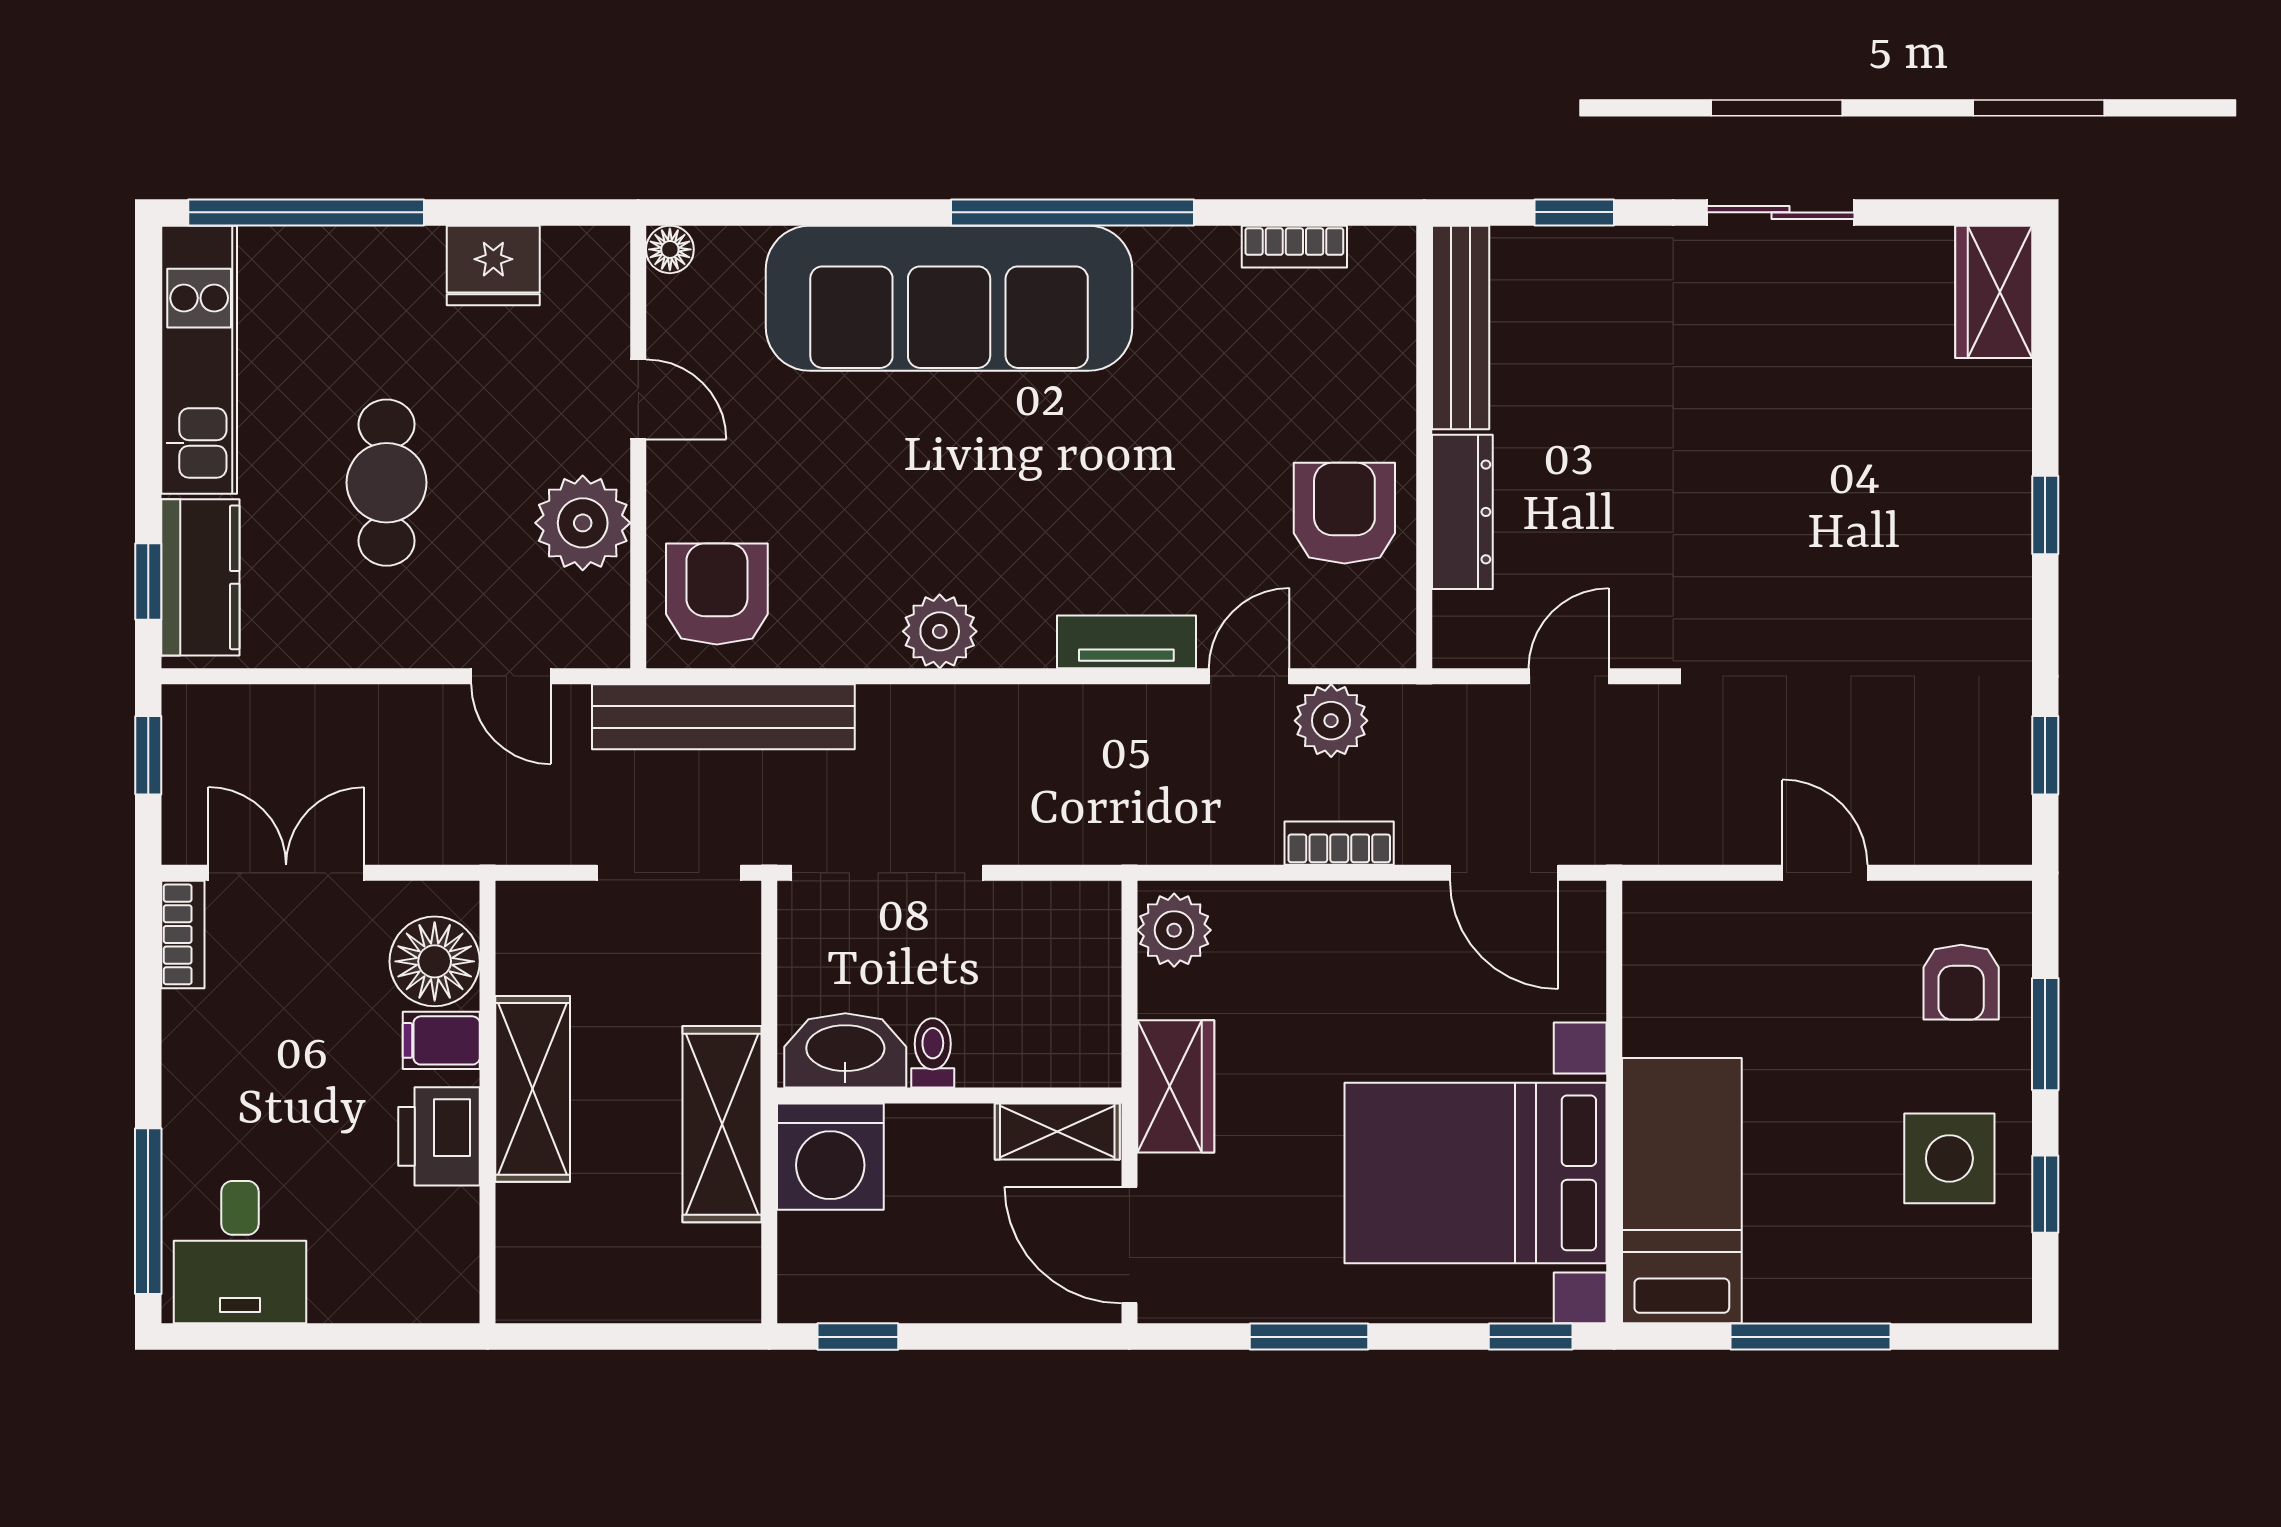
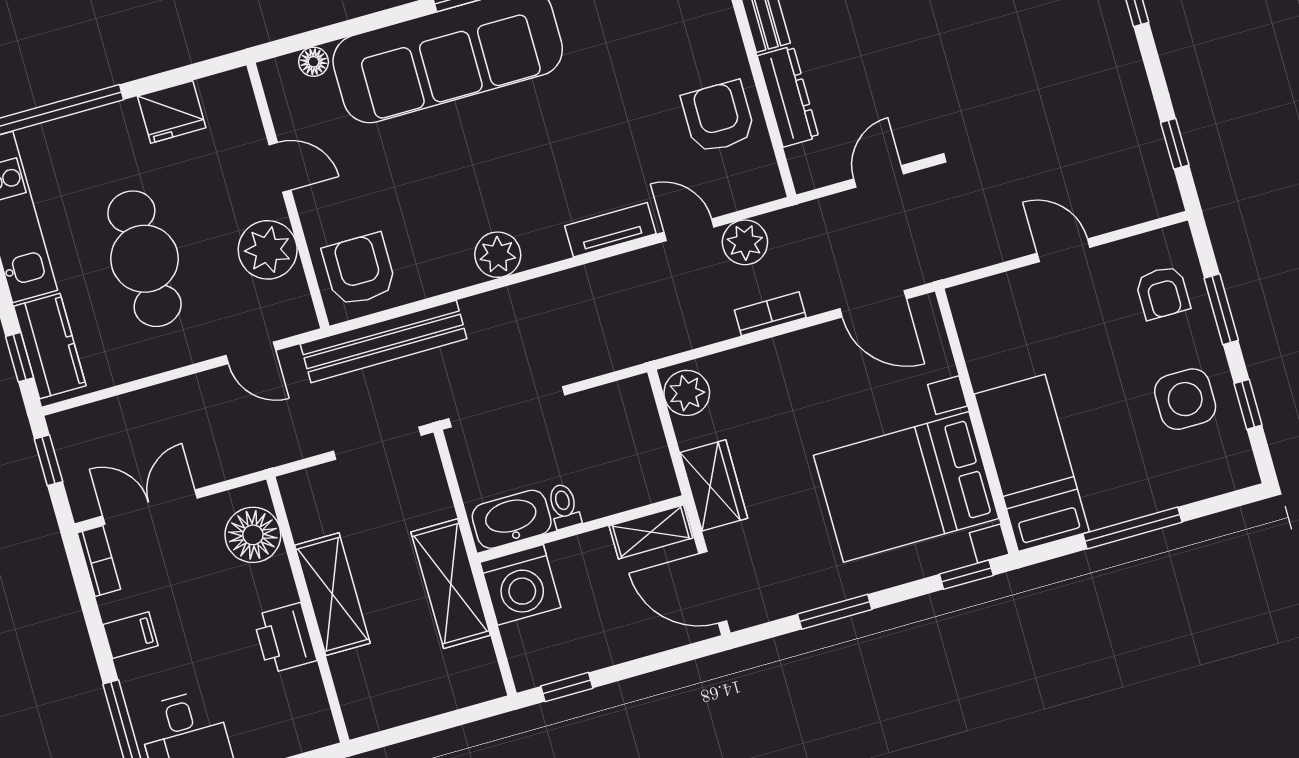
floor lamp: (670, 249) -> (314, 62), moved
cafe table: (387, 483) -> (145, 259), width x1.37, depth x1.35
door: (1249, 676) -> (689, 230), hinge flipped
filing cabinet: (441, 1040) -> (131, 635), moved, turned 180

